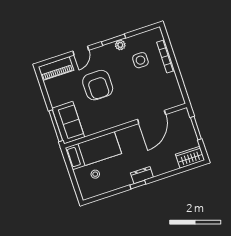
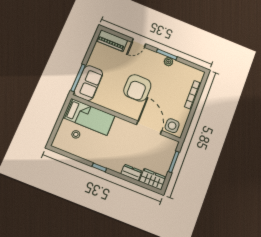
side table: (140, 60) -> (172, 126), moved
armchair: (98, 85) -> (137, 88), moved
door: (152, 117) -> (149, 128), swing flipped
dresser: (142, 175) -> (131, 172), moved

